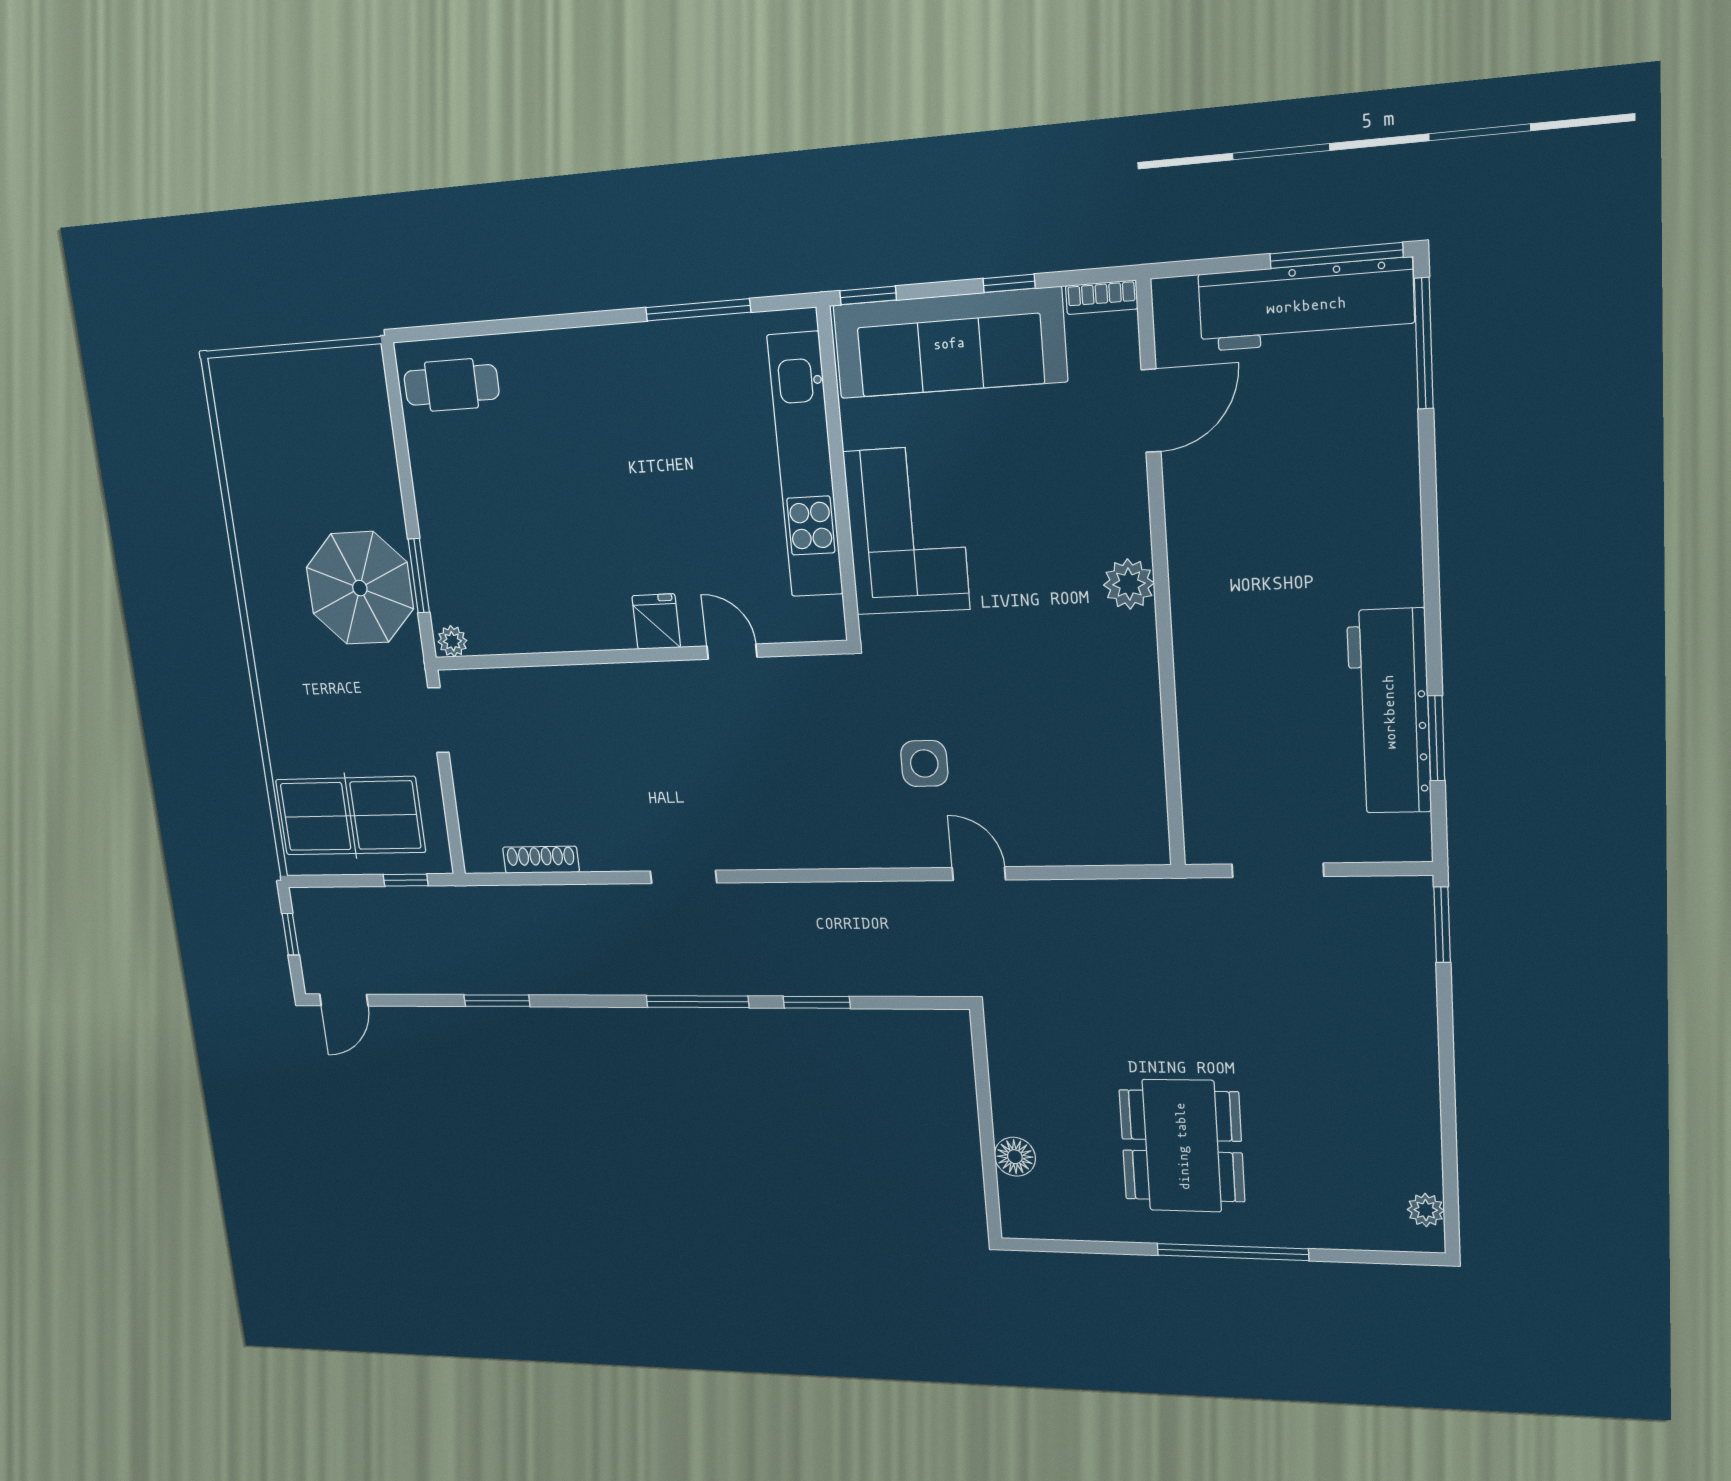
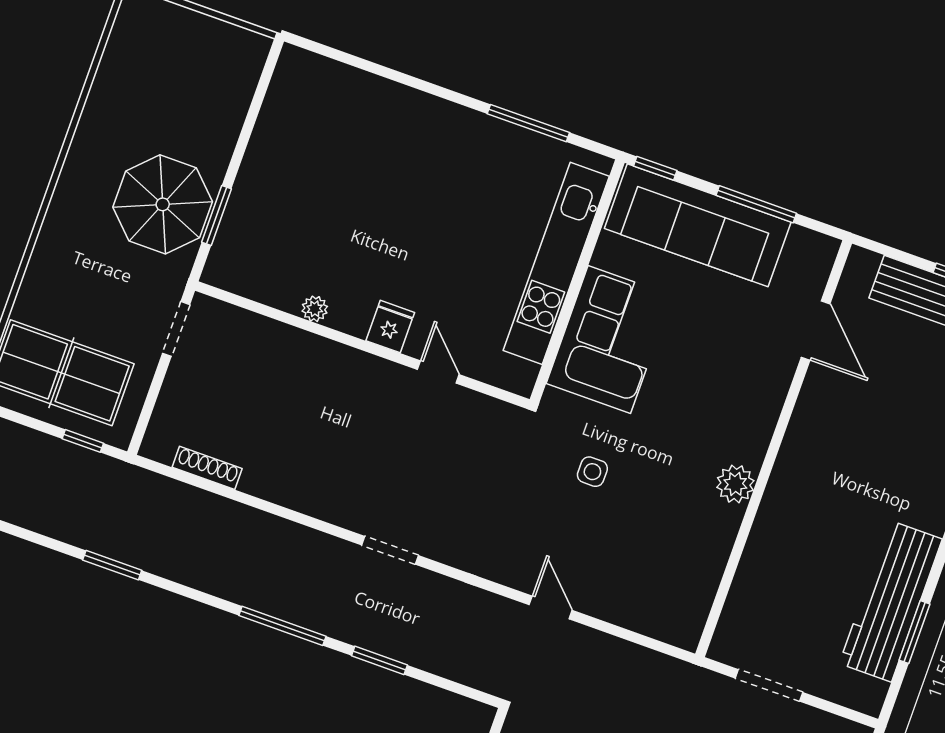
window: (1009, 283) -> (756, 204), width x2.17
bookcase: (1102, 297) -> (815, 241), removed
cafe table: (451, 385) -> (315, 91), removed
door: (1151, 411) -> (816, 331), hinge flipped
plant: (1129, 584) -> (735, 484), moved
plant: (452, 641) -> (315, 309), moved
side table: (924, 763) -> (592, 472), moved, width x0.73, depth x0.73
doorway: (683, 877) -> (390, 550), moved

